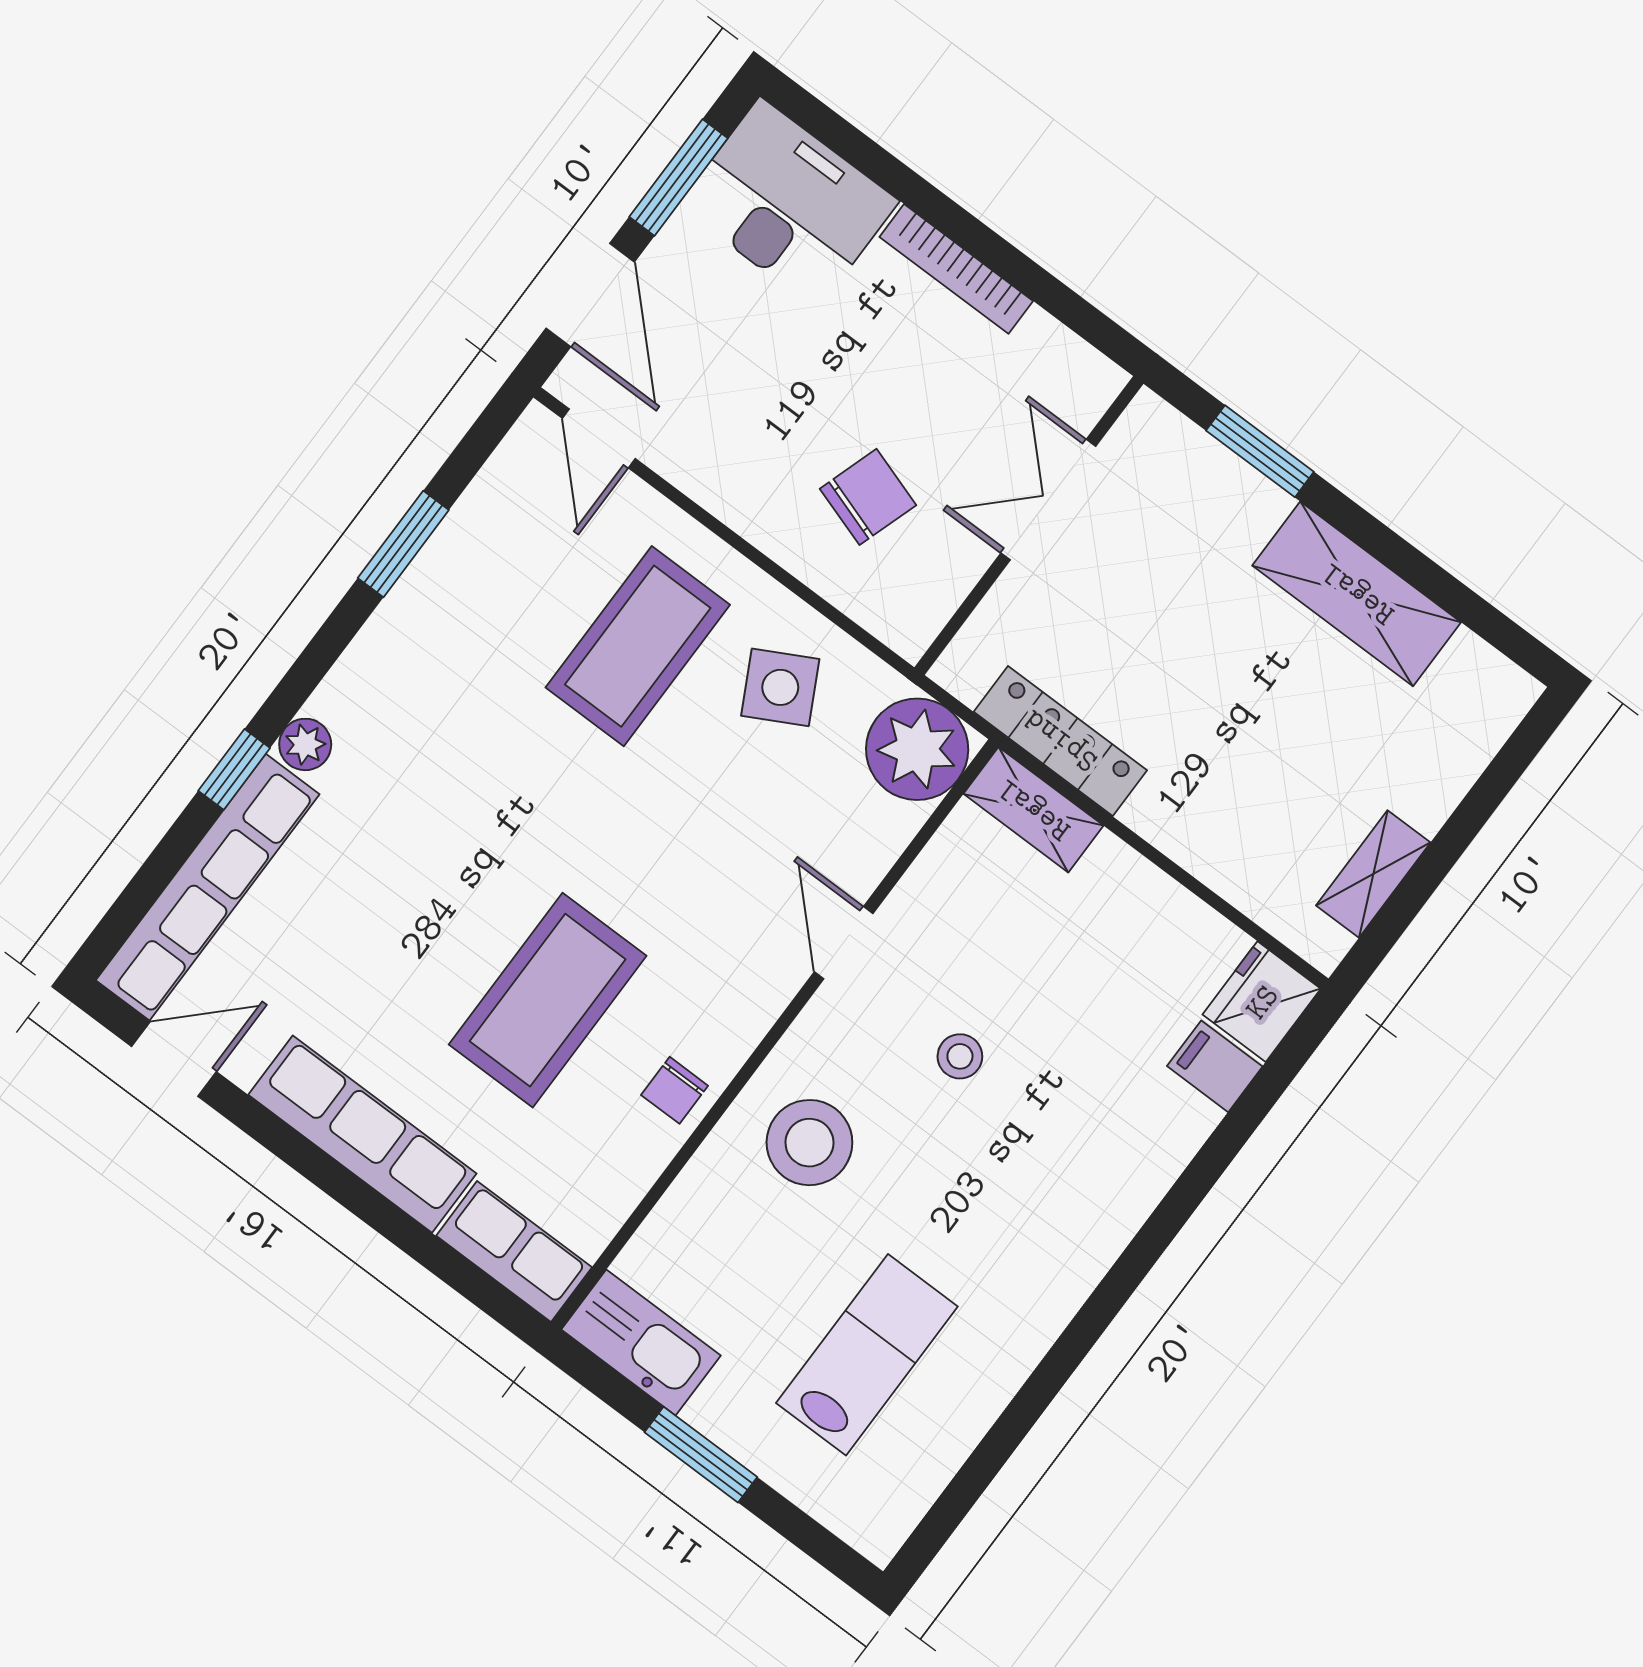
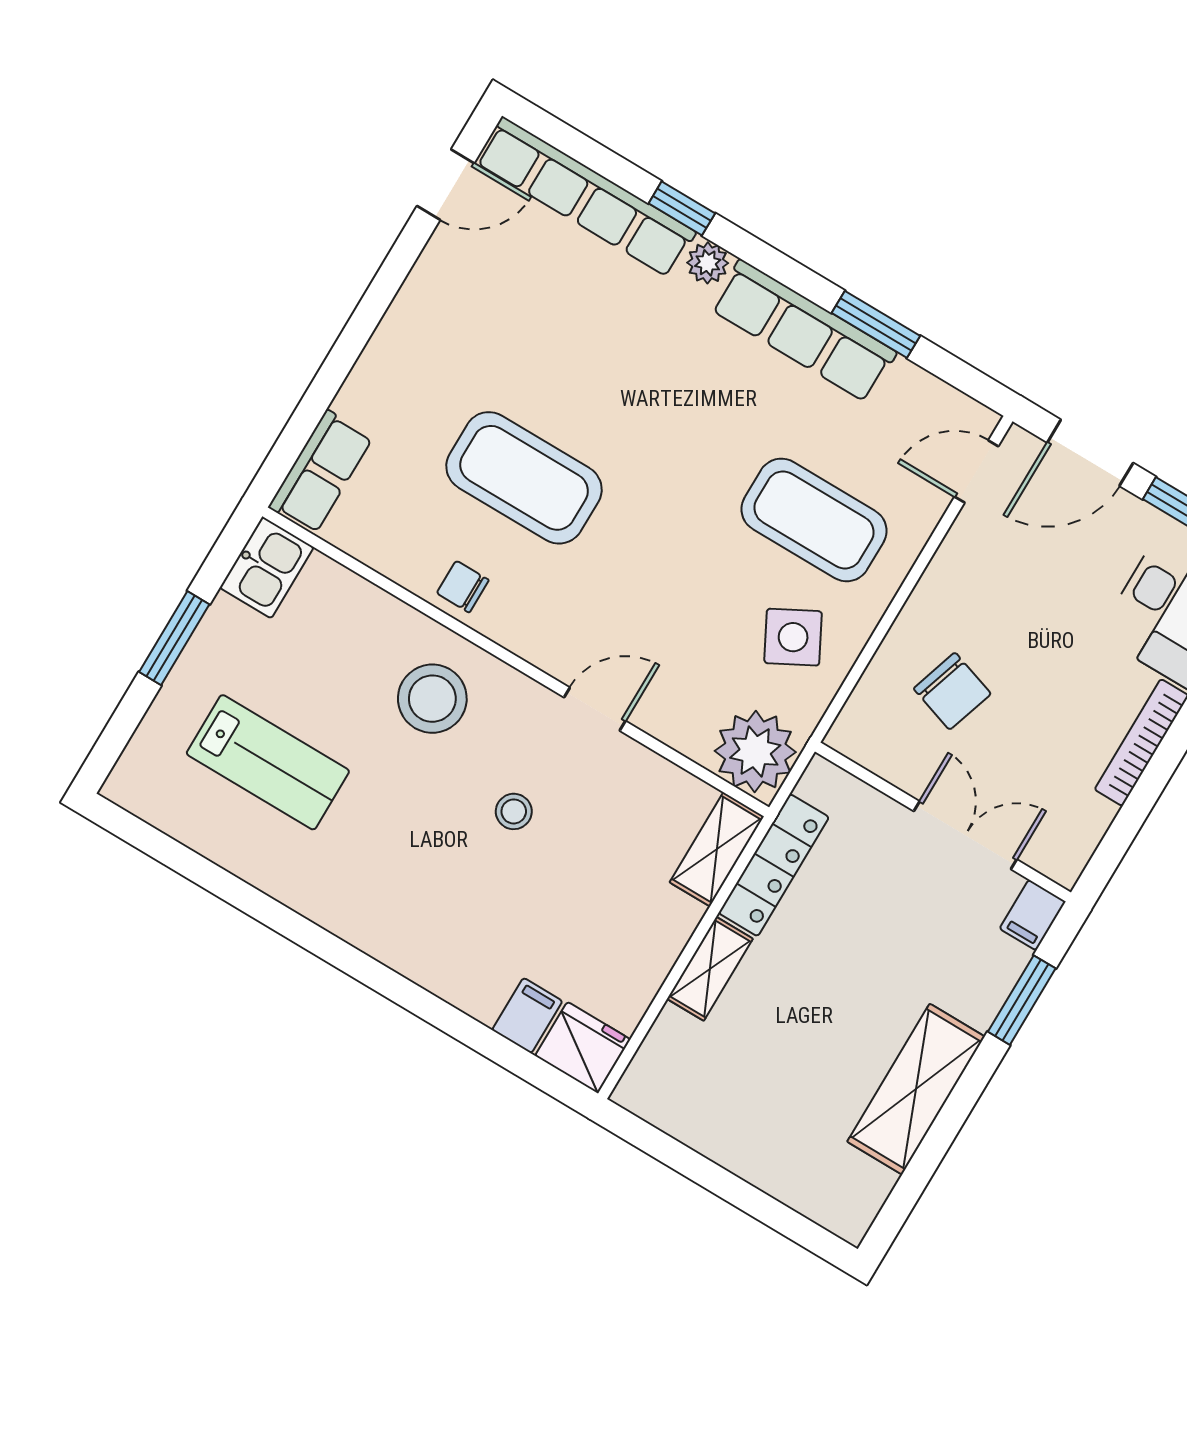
filing cabinet: (1156, 427) -> (1033, 915), added
shelving: (1373, 874) -> (710, 969), moved, turned 90
door: (174, 1059) -> (446, 185), hinge flipped
row of seats: (362, 1134) -> (803, 331), moved, turned 90
kitchen sink: (641, 1343) -> (267, 567), width x0.73

